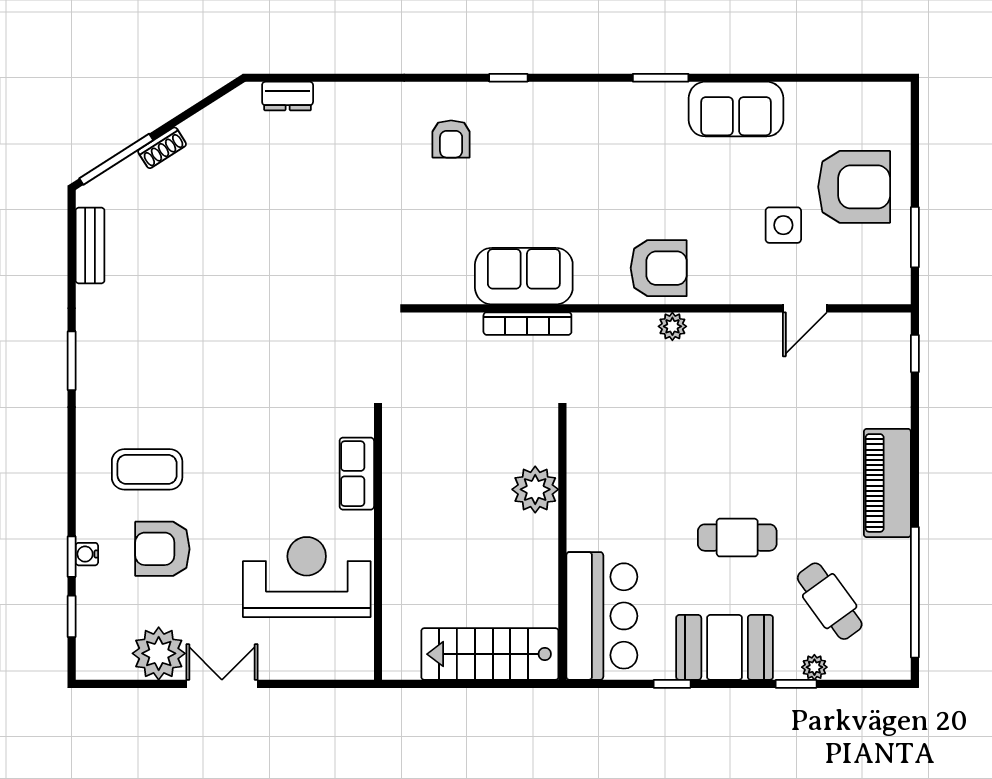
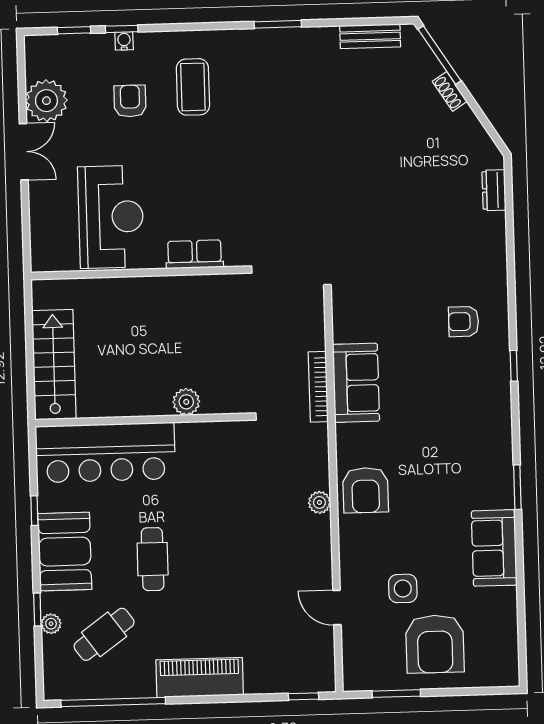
plant: (535, 489) -> (186, 402), width x0.73, depth x0.73
armchair: (162, 549) -> (130, 101), width x0.72, depth x0.72
bar counter: (602, 616) -> (105, 452), width x1.36

